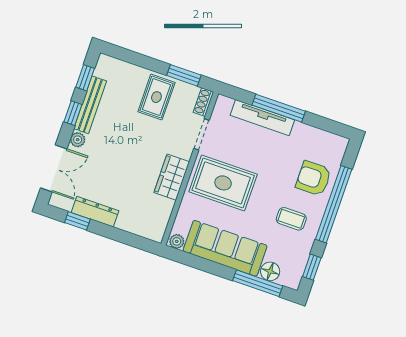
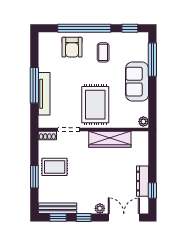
window: (184, 75) -> (34, 177), moved
bench: (90, 105) -> (58, 208), moved
wardrobe: (172, 177) -> (110, 139), width x1.50
sofa: (225, 248) -> (137, 82), width x0.73
floor lamp: (270, 271) -> (142, 54), removed

